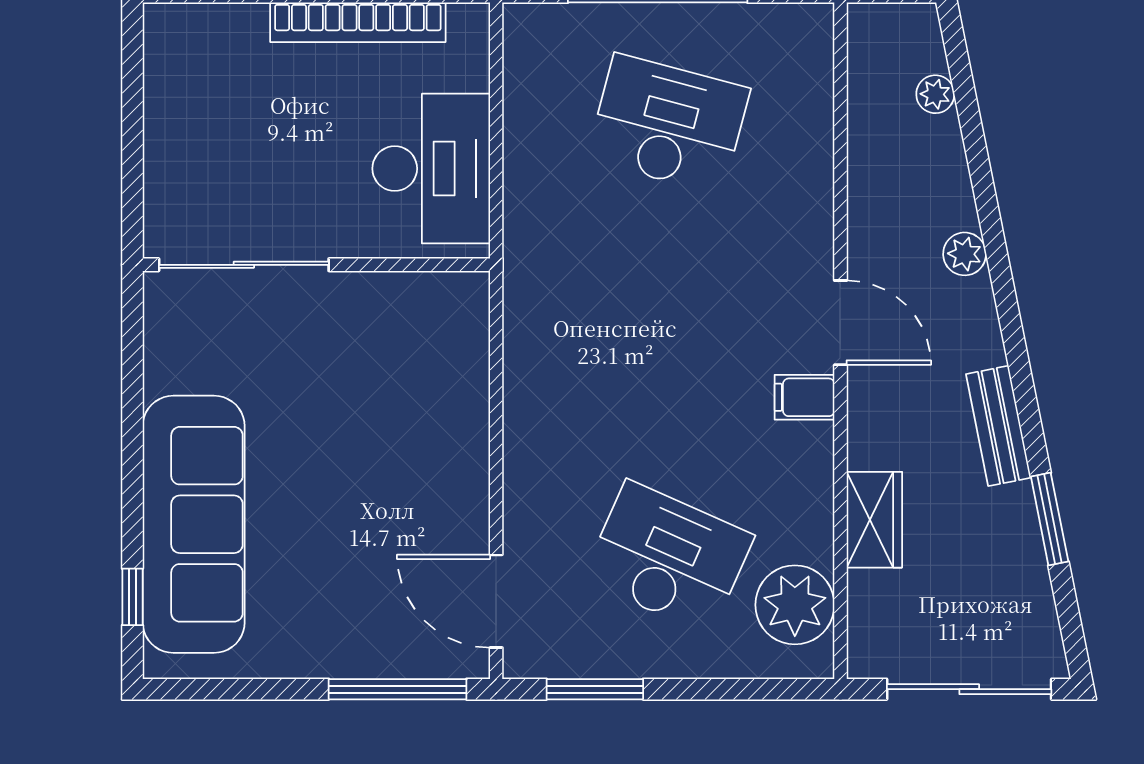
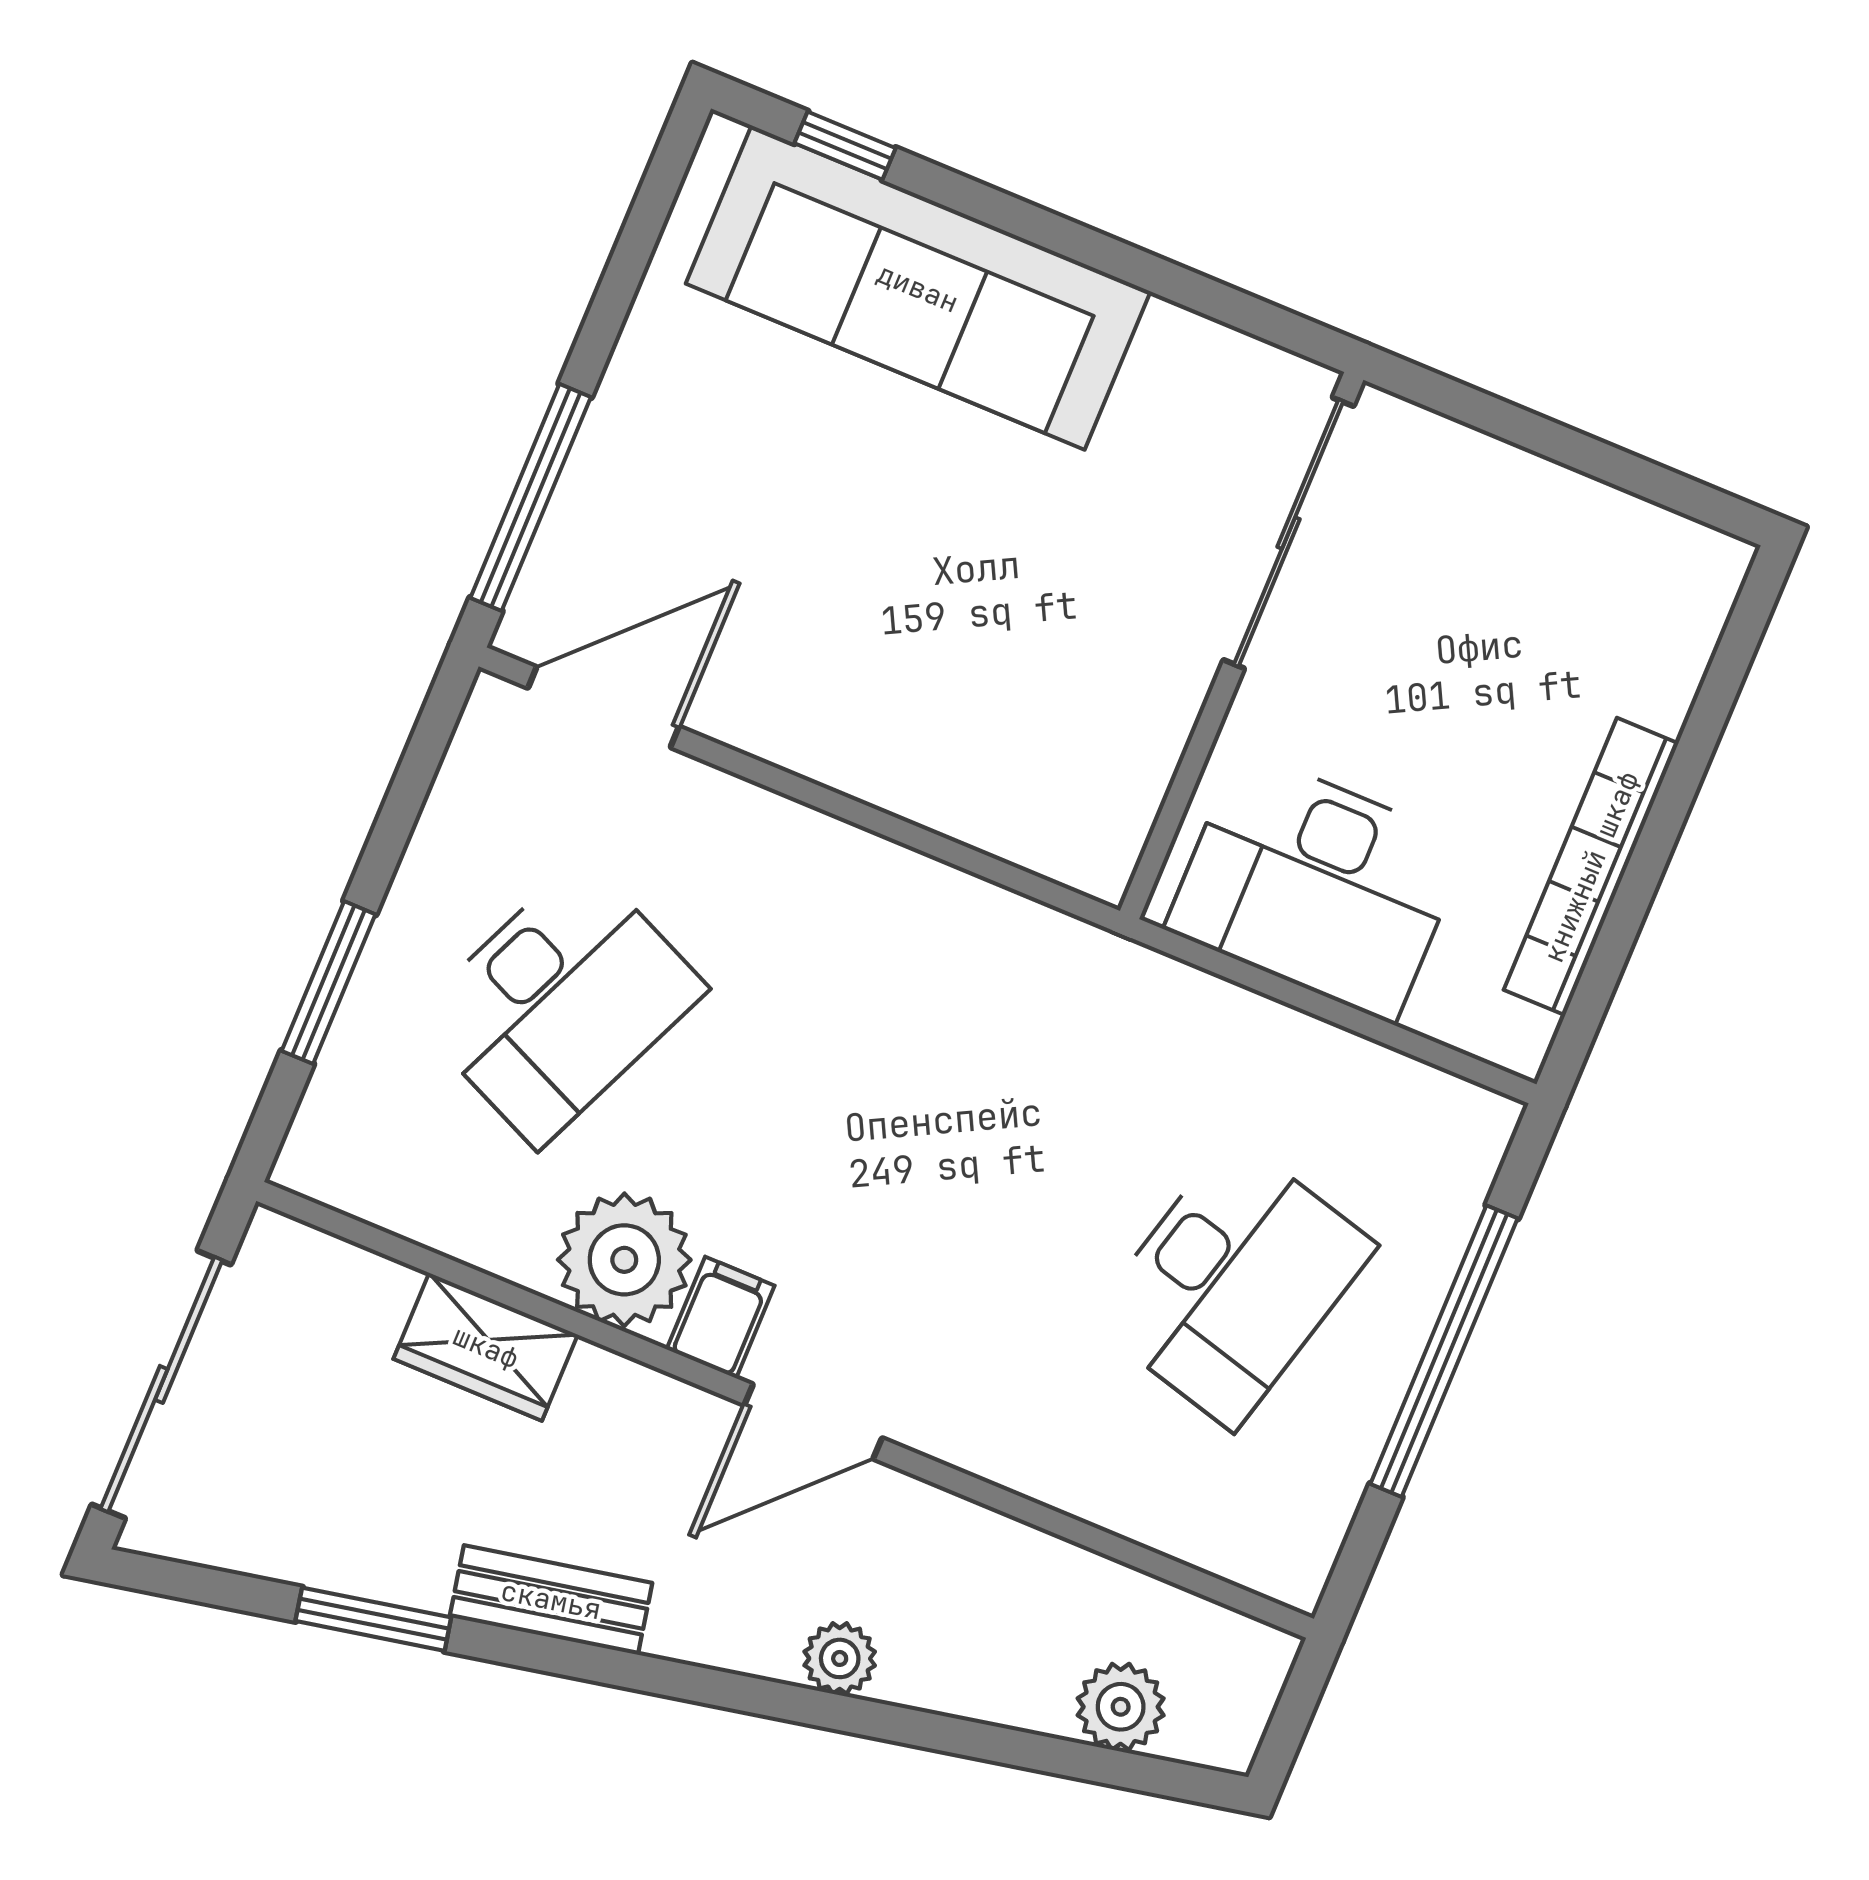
plant: (935, 94) -> (1121, 1707), width x1.38, depth x1.38
plant: (795, 605) -> (624, 1260), moved
window: (595, 689) -> (329, 983), moved

